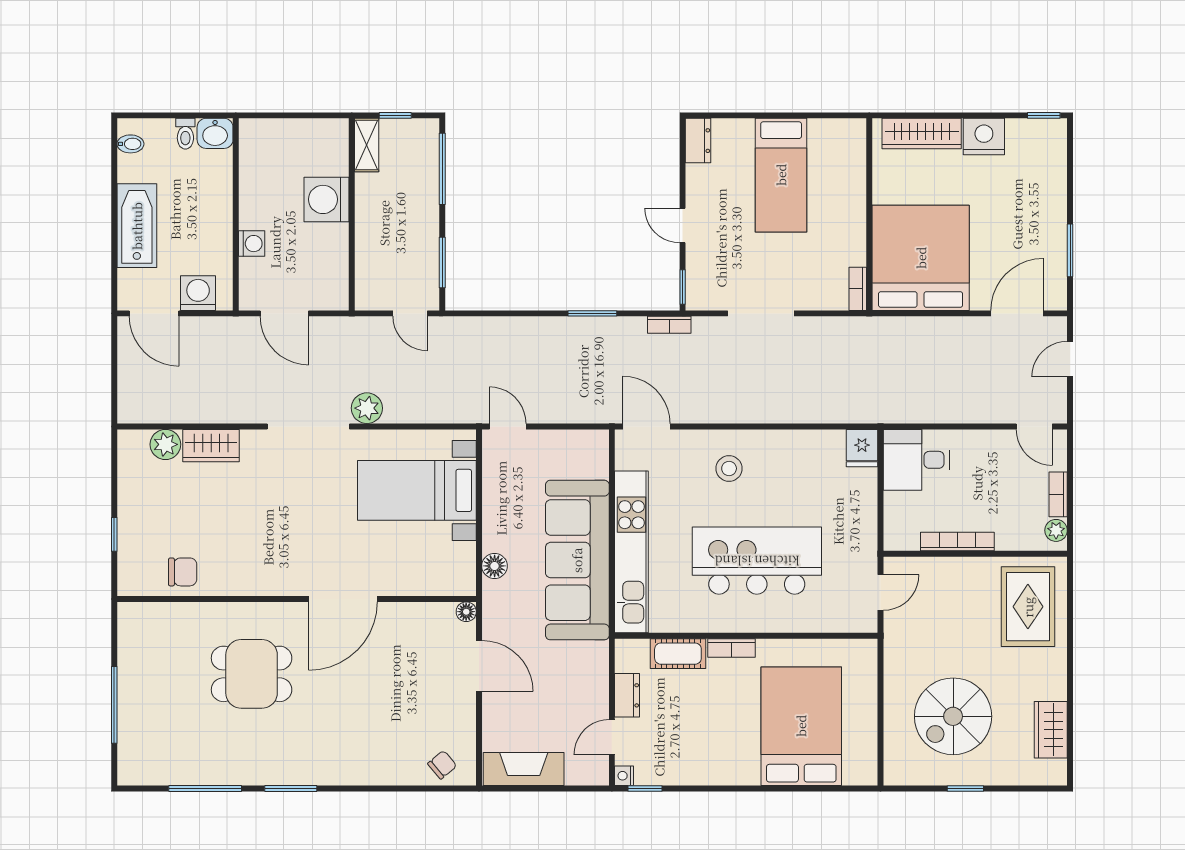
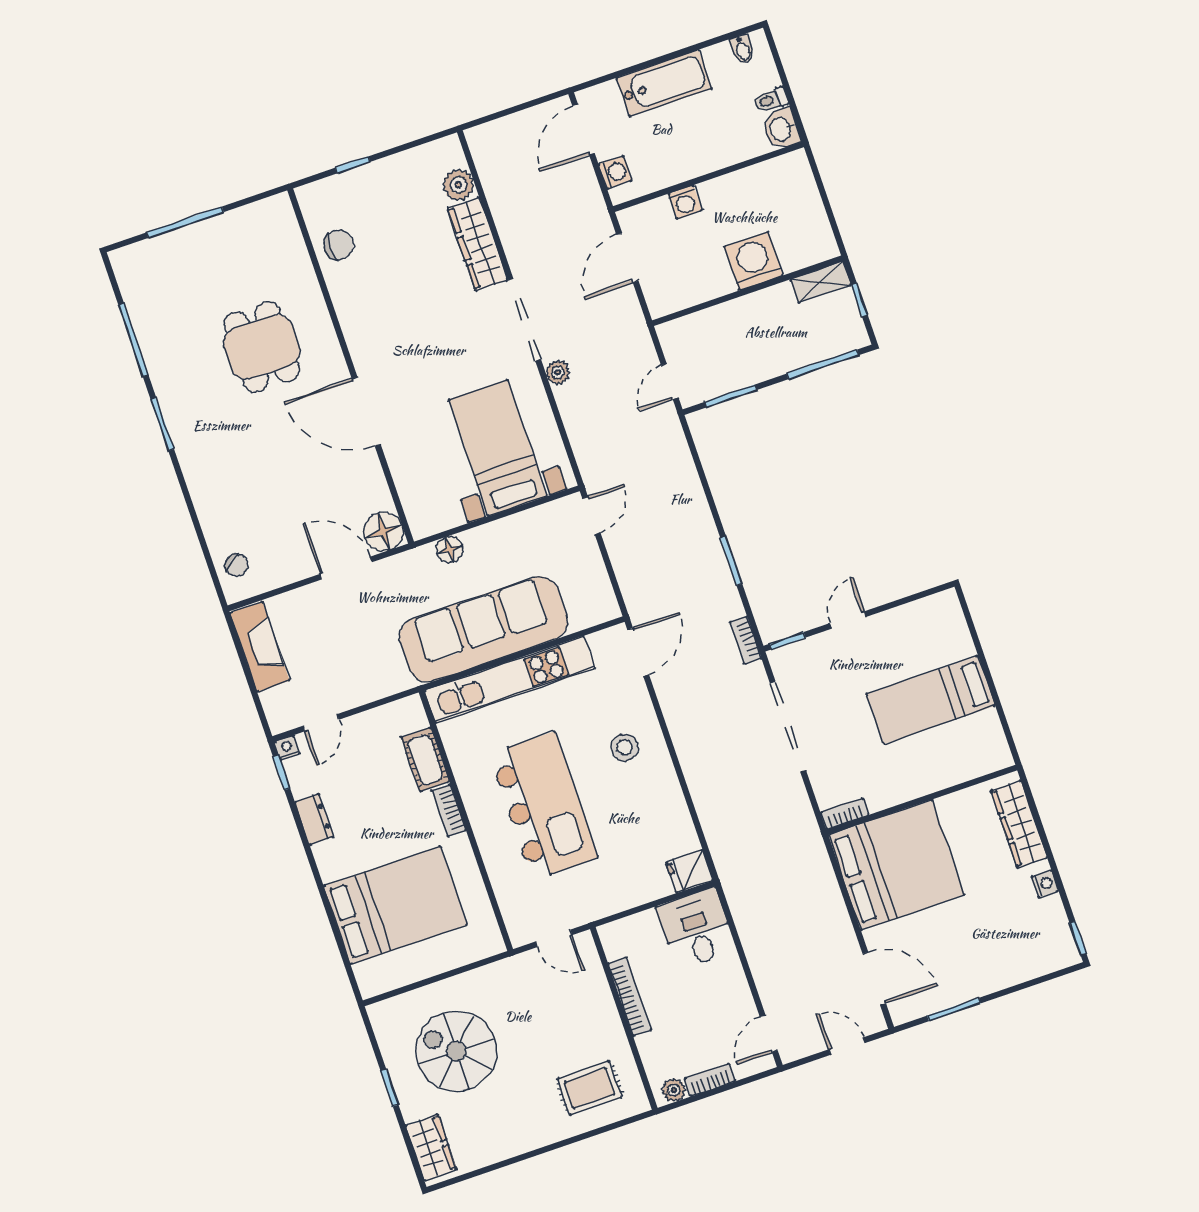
nightstand: (984, 137) -> (1045, 884), width x0.53, depth x0.56
dresser: (698, 141) -> (937, 606), removed
washing machine: (198, 293) -> (615, 172), width x0.73, depth x0.73
doorway: (761, 313) -> (788, 727), width x1.36
plant: (367, 408) -> (558, 372), width x0.73, depth x0.73
wardrobe: (211, 446) -> (477, 244), width x1.50
chair: (183, 572) -> (339, 245), turned -90
rug: (1028, 607) -> (589, 1088), width x0.73, depth x0.70
floor lamp: (466, 612) -> (384, 531), width x1.89, depth x1.89
door: (479, 666) -> (346, 568), swing flipped
dresser: (627, 695) -> (314, 819), moved, turned -90
wardrobe: (1051, 730) -> (431, 1148), moved, turned 90
door: (612, 737) -> (321, 723), swing flipped

